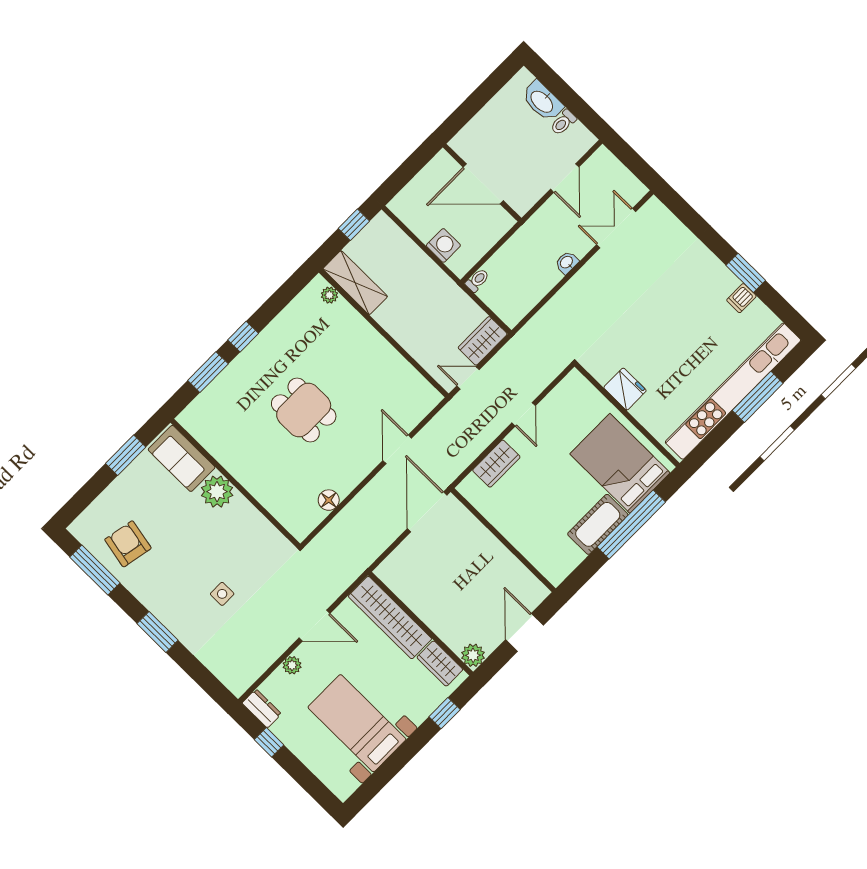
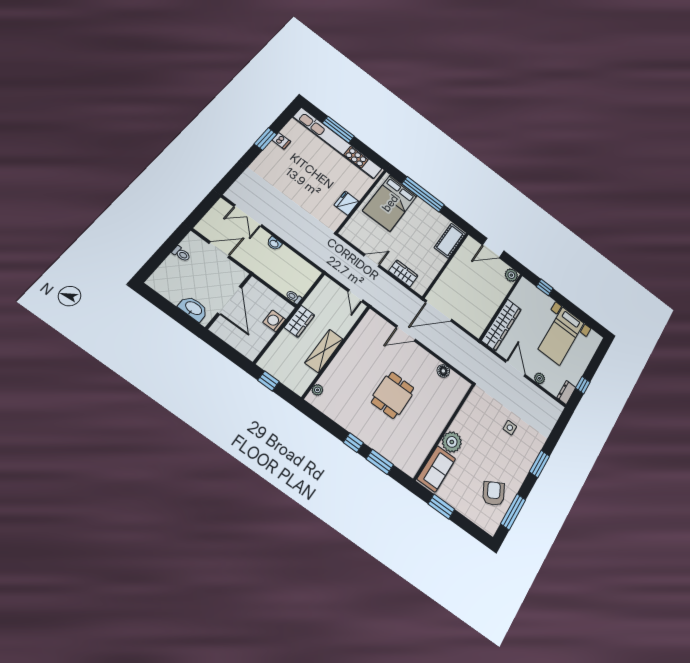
washbasin: (542, 101) -> (193, 308), moved, turned -90
shelving: (355, 283) -> (324, 351), moved
wardrobe: (483, 341) -> (299, 321), moved, turned -90
cot: (598, 524) -> (450, 241), moved, turned 90
armchair: (128, 544) -> (494, 493), turned 141
wardrobe: (440, 663) -> (520, 293), removed

